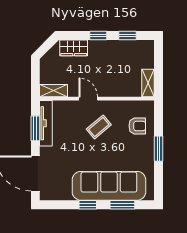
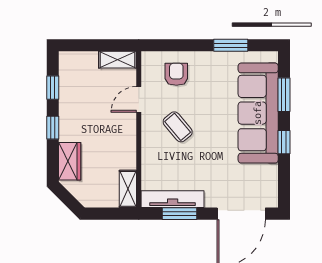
door: (88, 99) -> (139, 99), moved
window: (159, 149) -> (231, 45), moved

